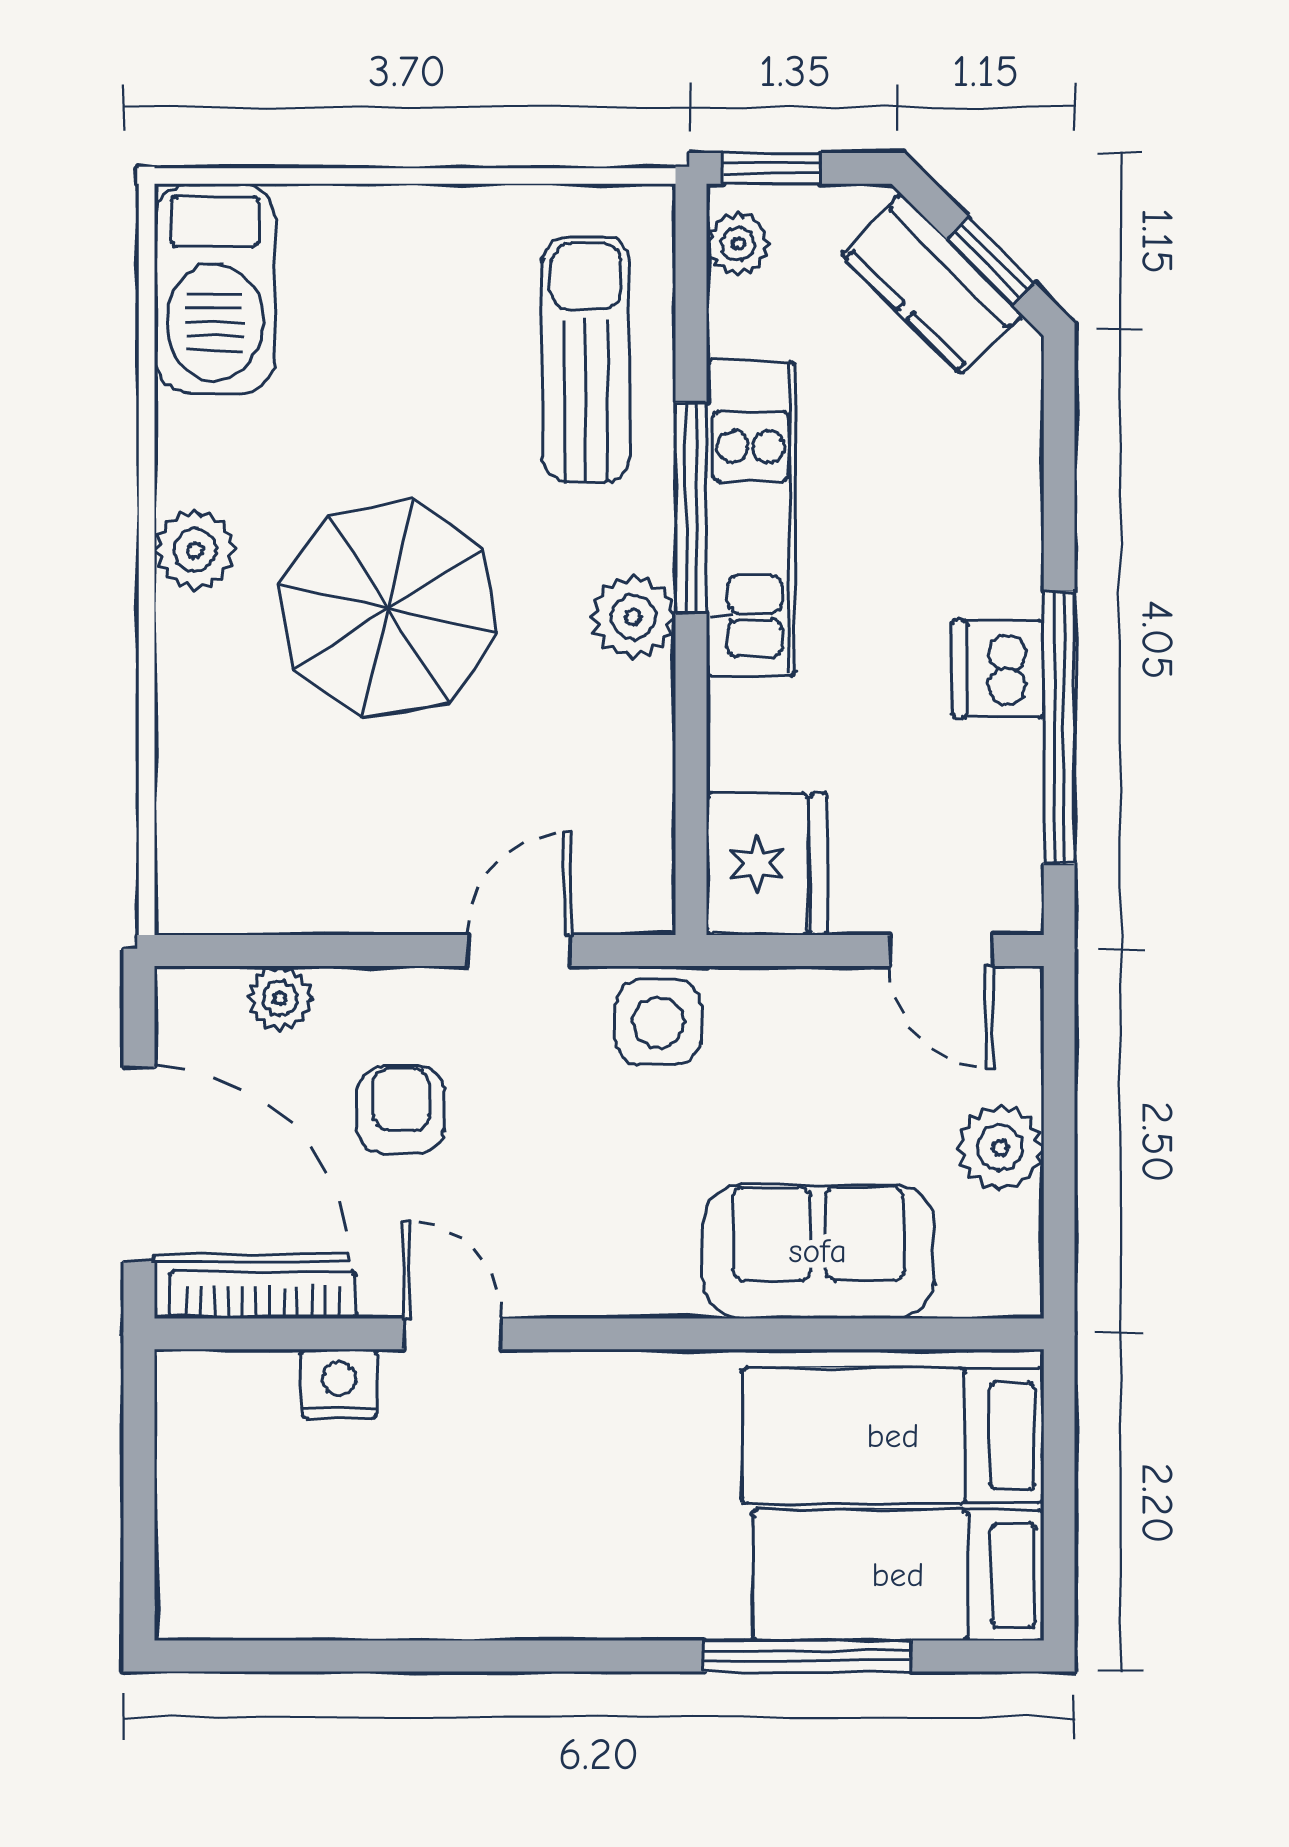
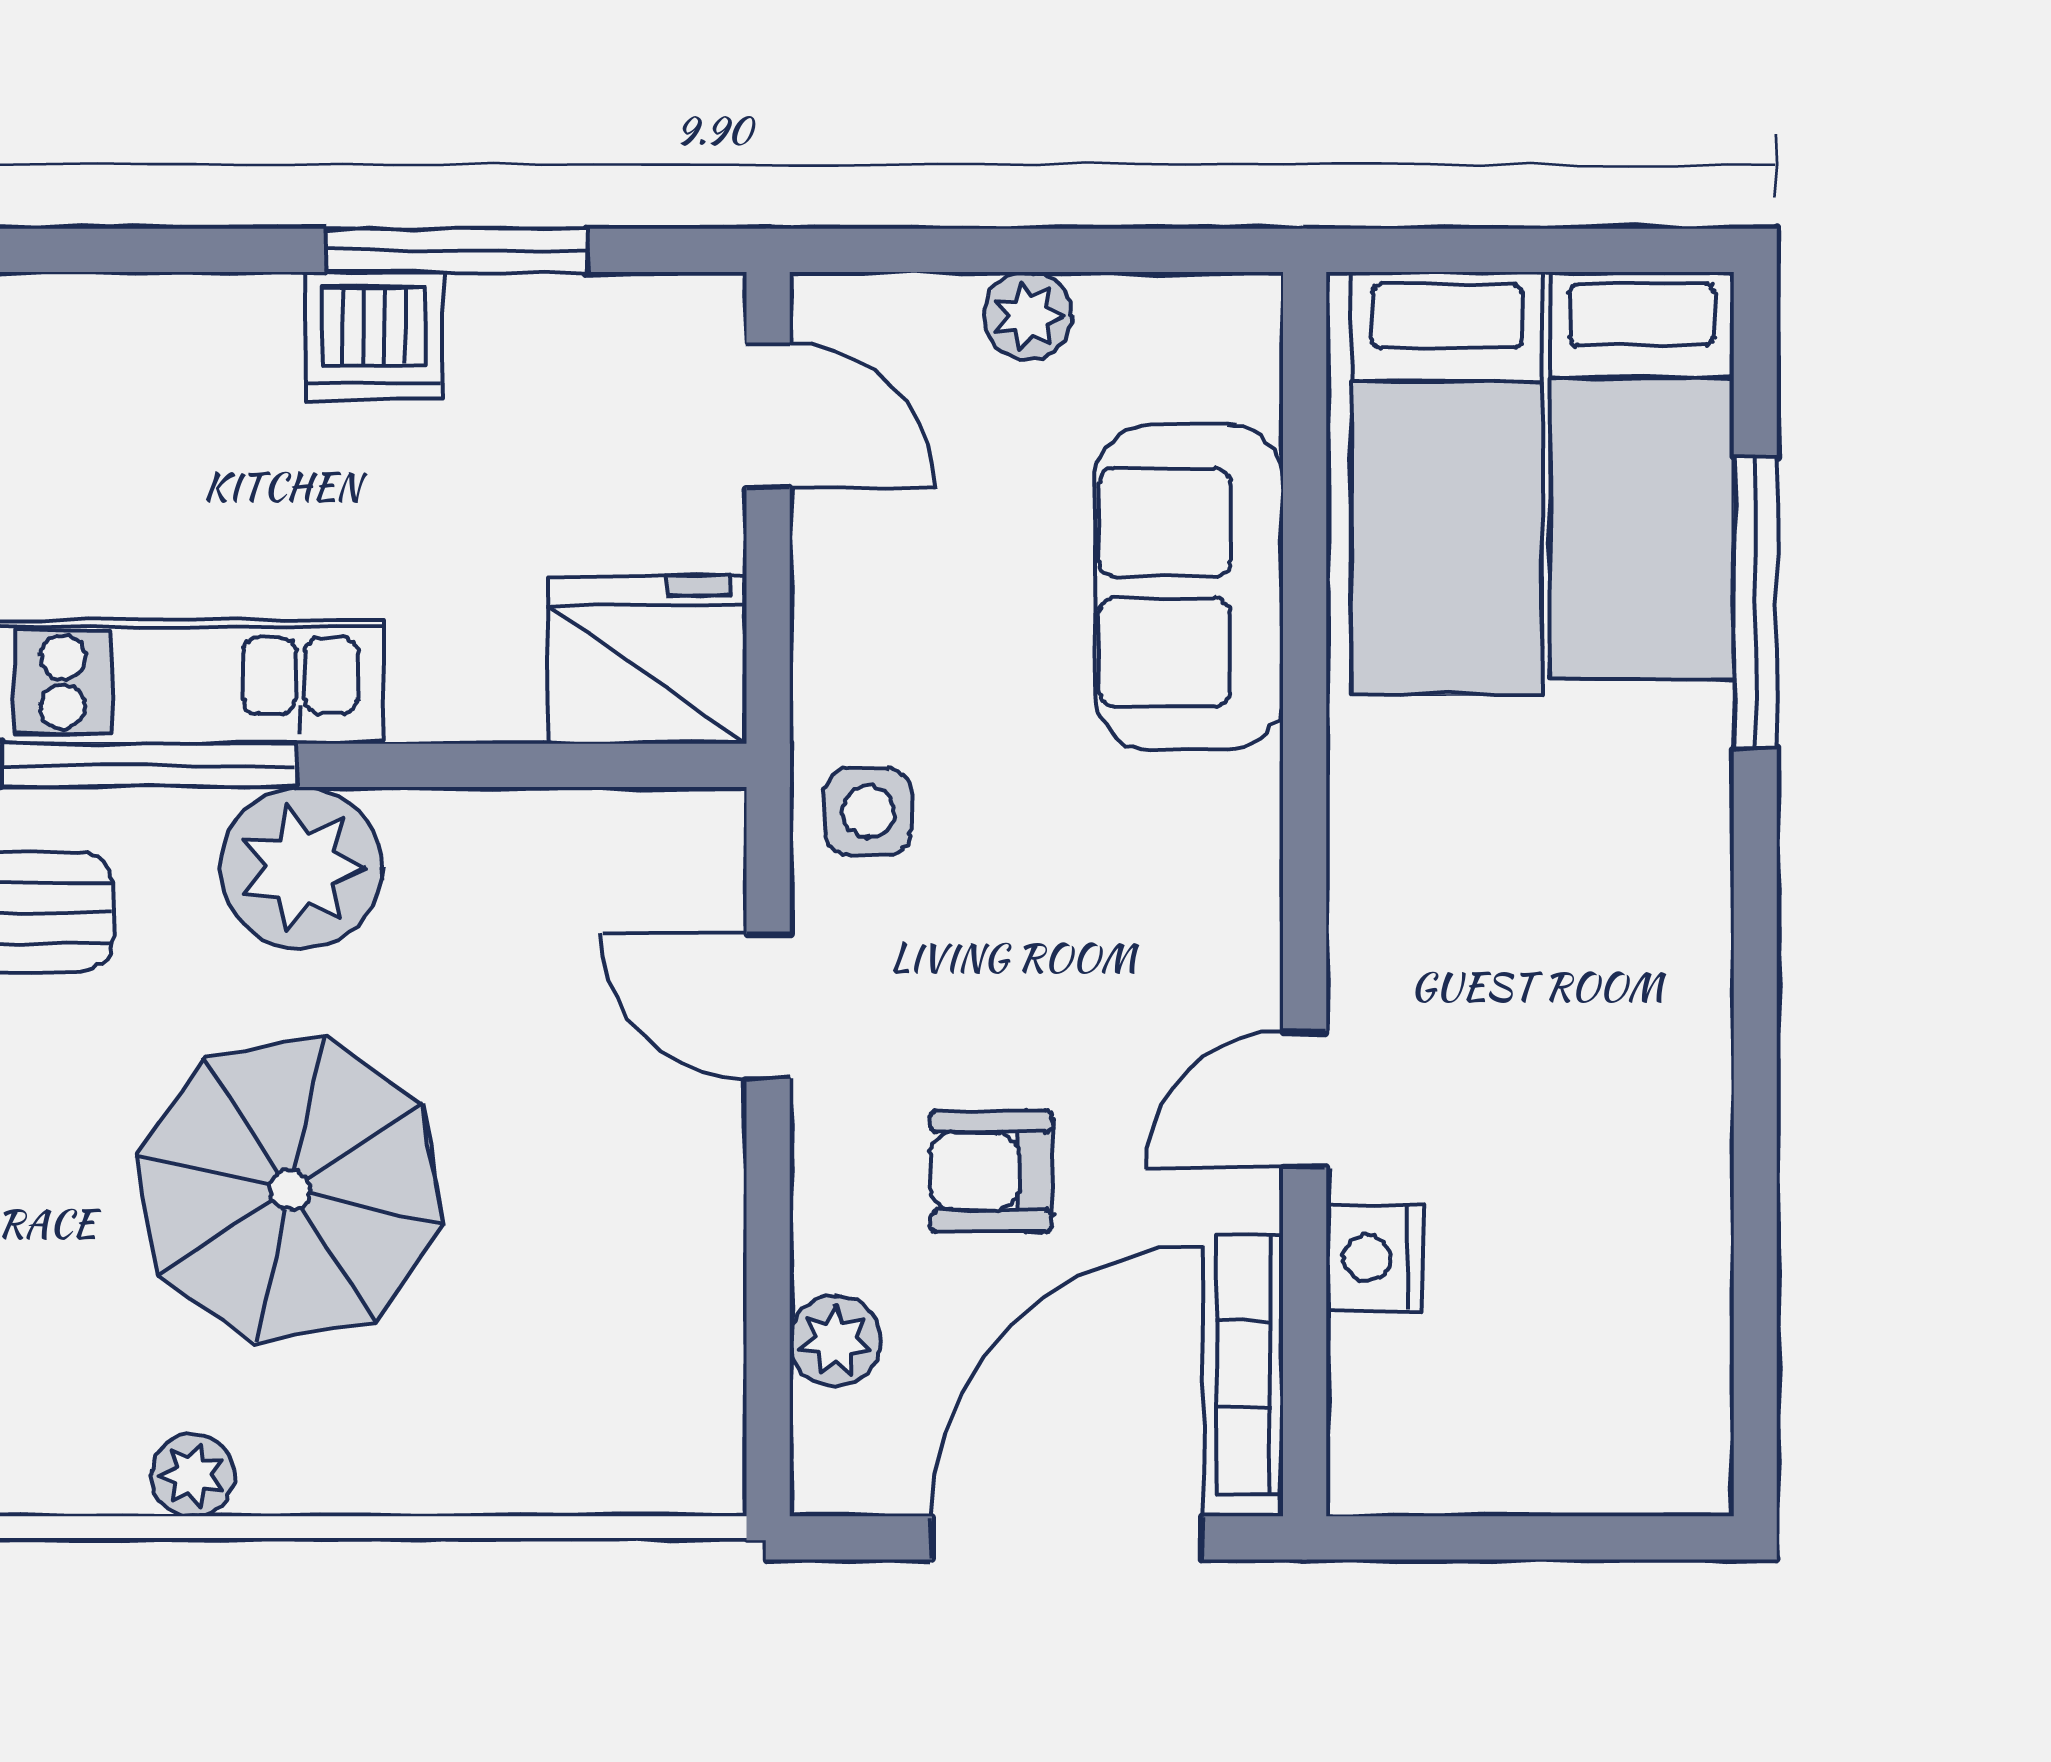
plant: (195, 550) -> (192, 1475), width x0.73, depth x0.73
plant: (633, 617) -> (301, 868), width x1.36, depth x1.36
window: (1059, 728) -> (456, 250), width x0.68
door: (941, 950) -> (768, 415), hinge flipped
side table: (658, 1022) -> (868, 812), width x0.73, depth x0.73
plant: (1000, 1148) -> (1028, 316), width x0.73, depth x0.73

